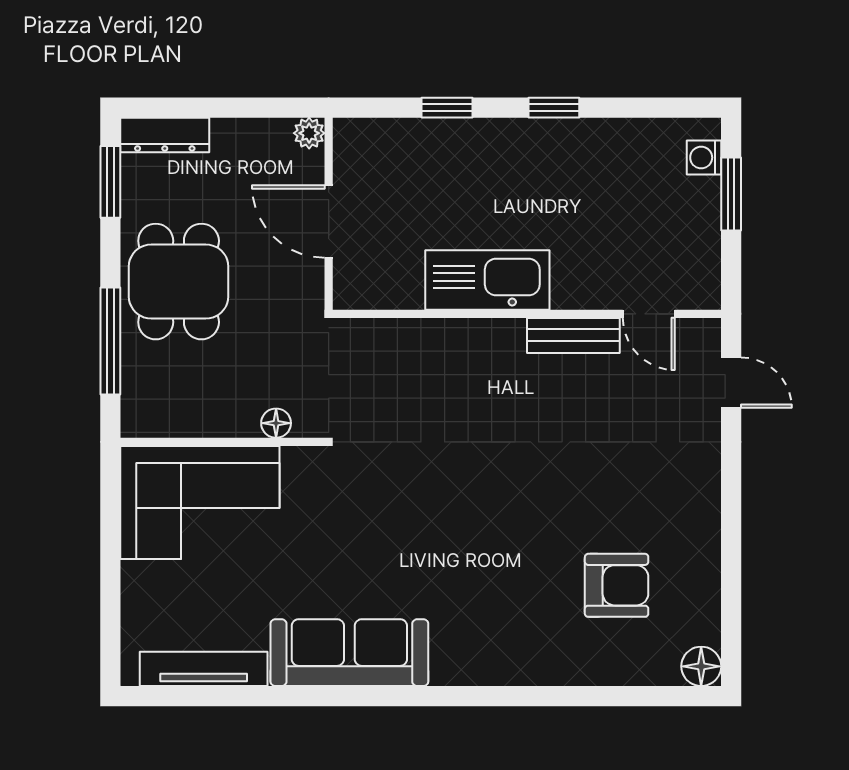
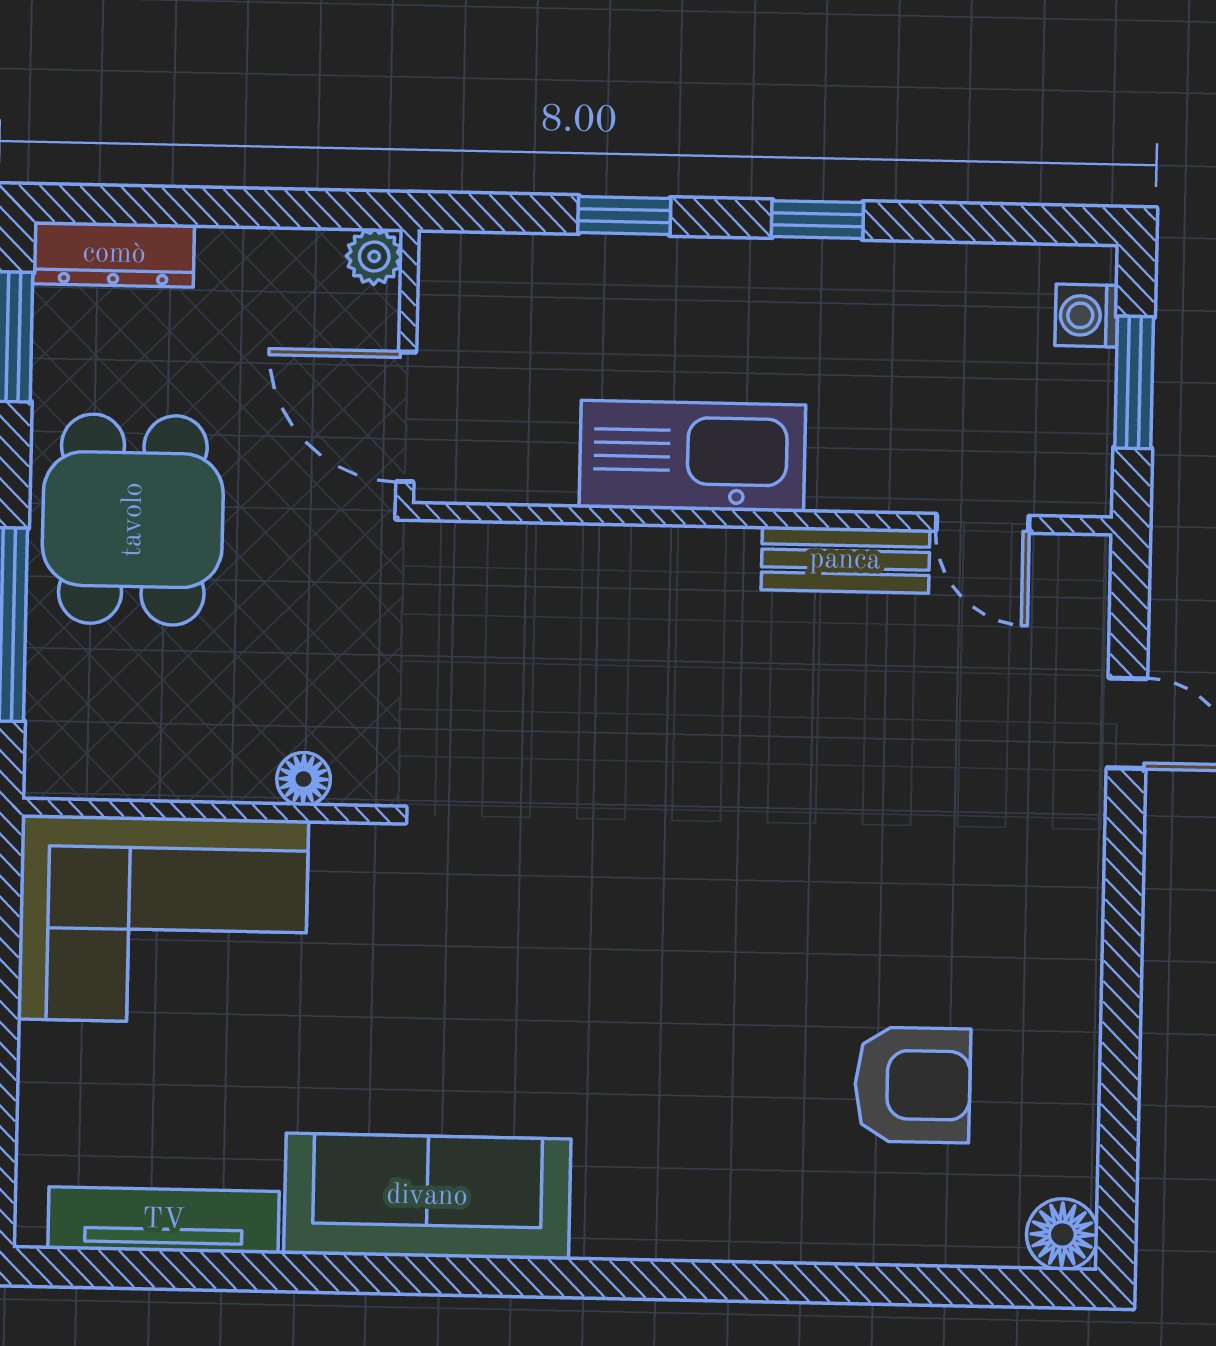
kitchen sink: (487, 280) -> (692, 456), moved
wall: (527, 314) -> (762, 519), moved
door: (649, 314) -> (983, 523), moved
bench: (573, 335) -> (845, 560), moved

